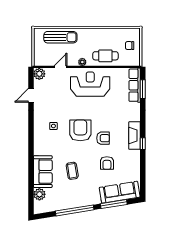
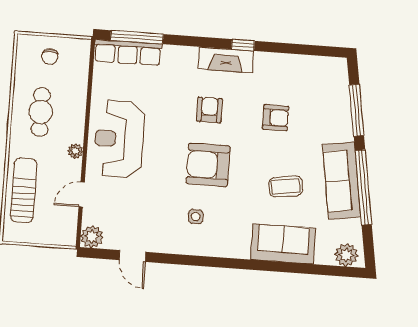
cafe table: (105, 56) -> (41, 112), moved
door: (60, 67) -> (82, 195), hinge flipped
window: (143, 89) -> (137, 37), width x1.44
armchair: (103, 138) -> (209, 110), moved
sofa: (120, 192) -> (342, 181), moved
plant: (39, 194) -> (346, 255), moved

